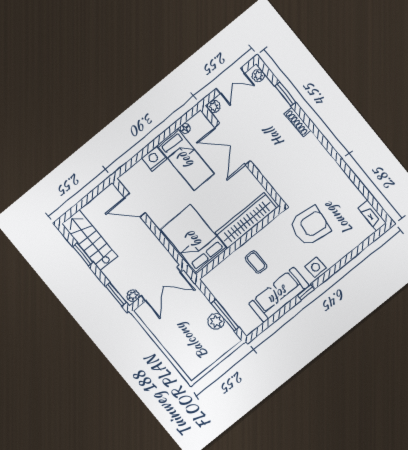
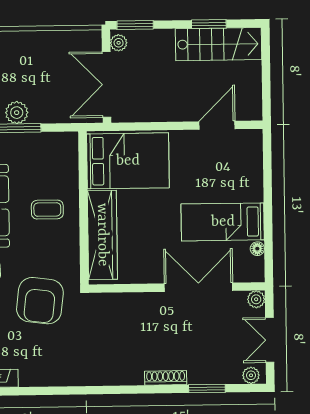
nightstand: (154, 159) -> (251, 188), removed

